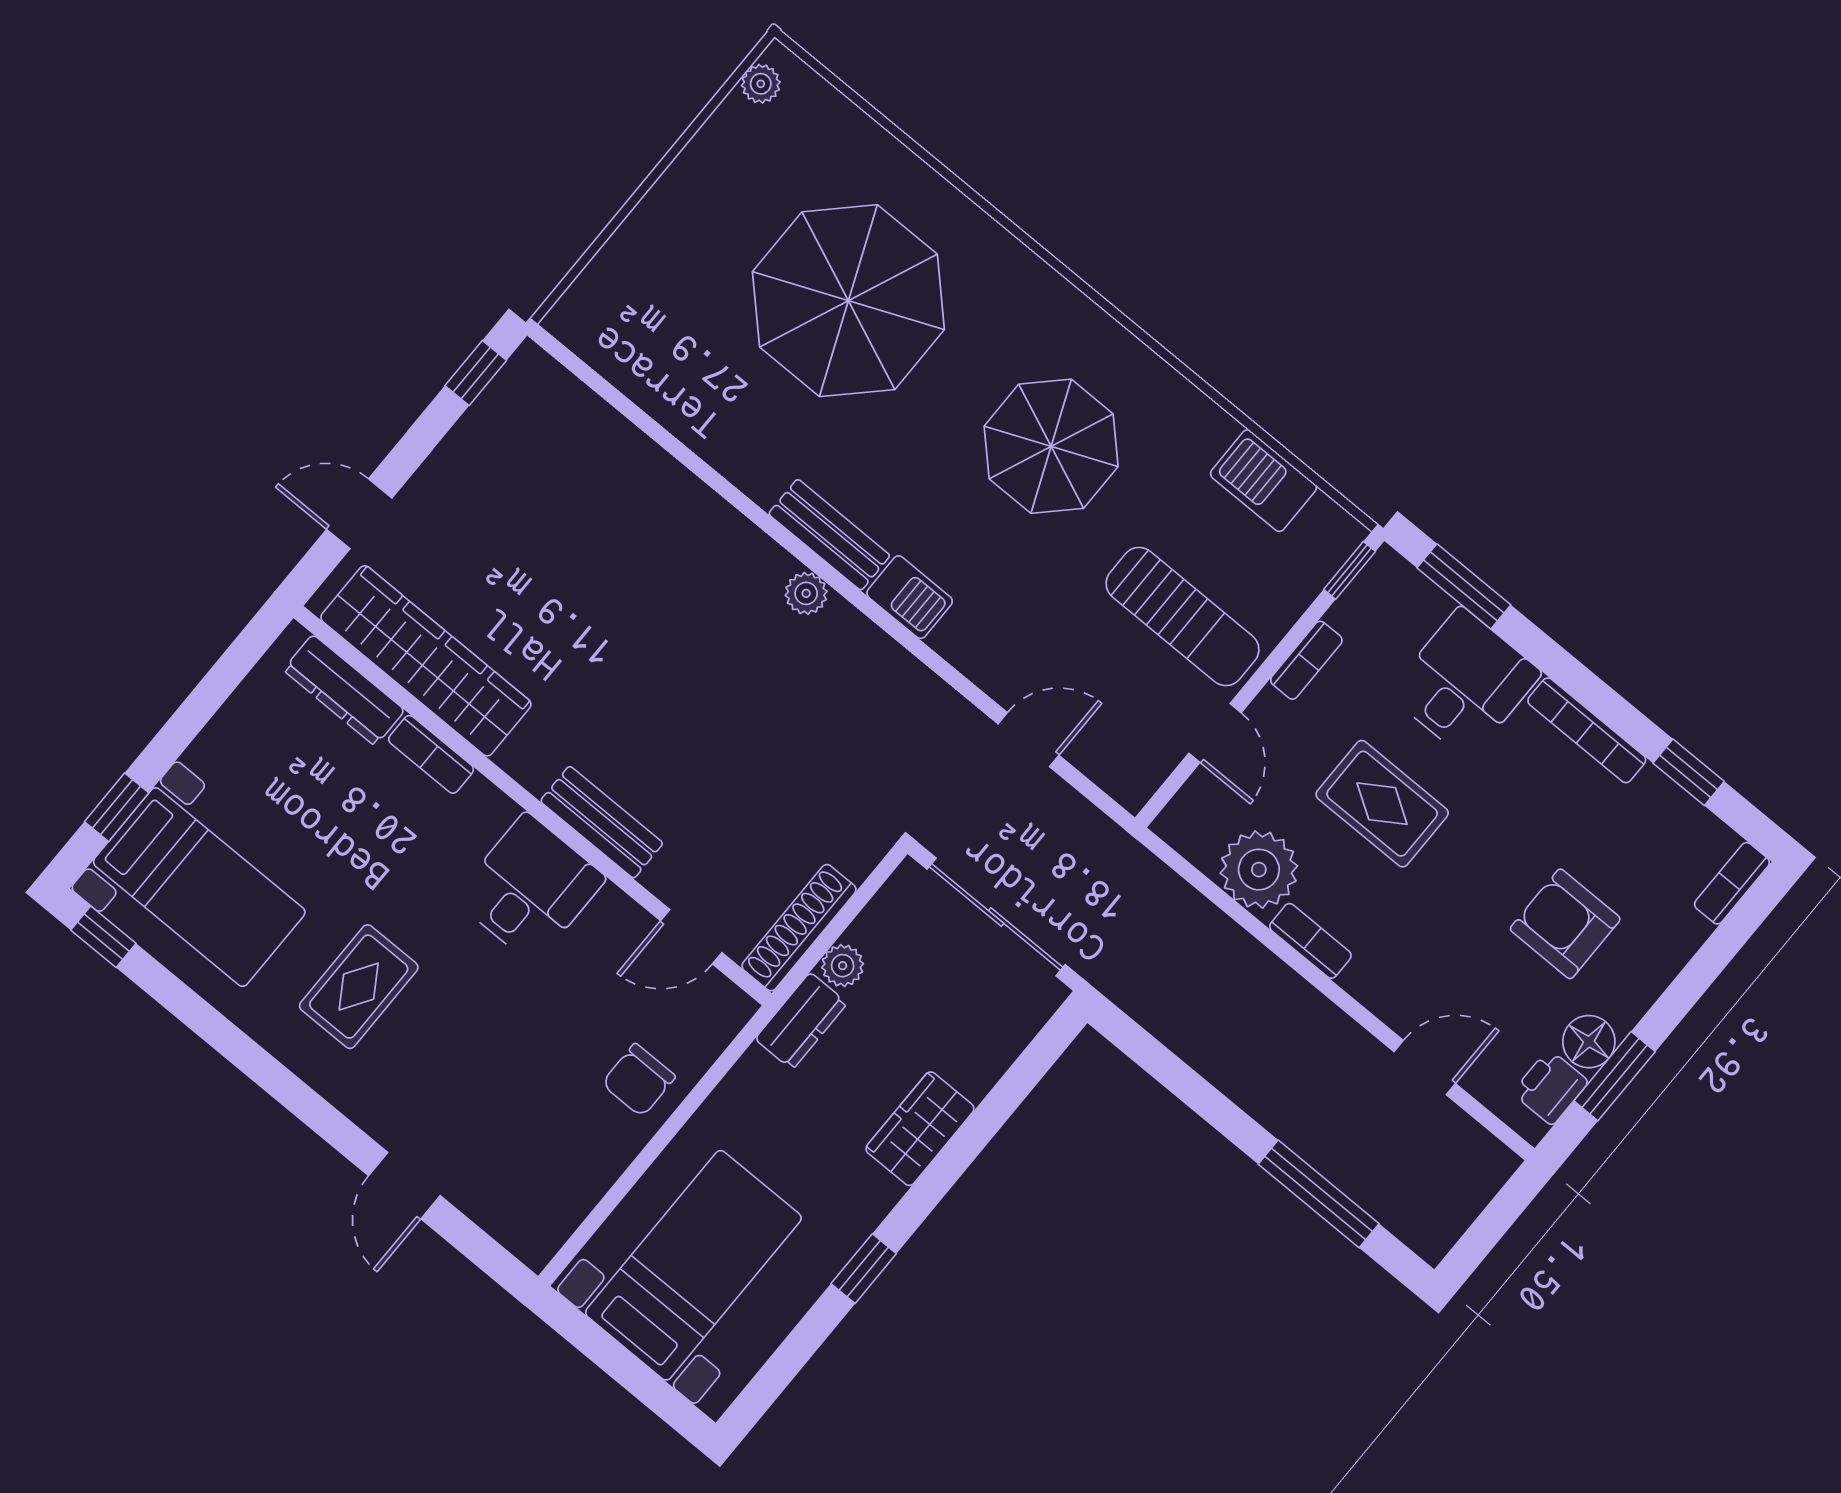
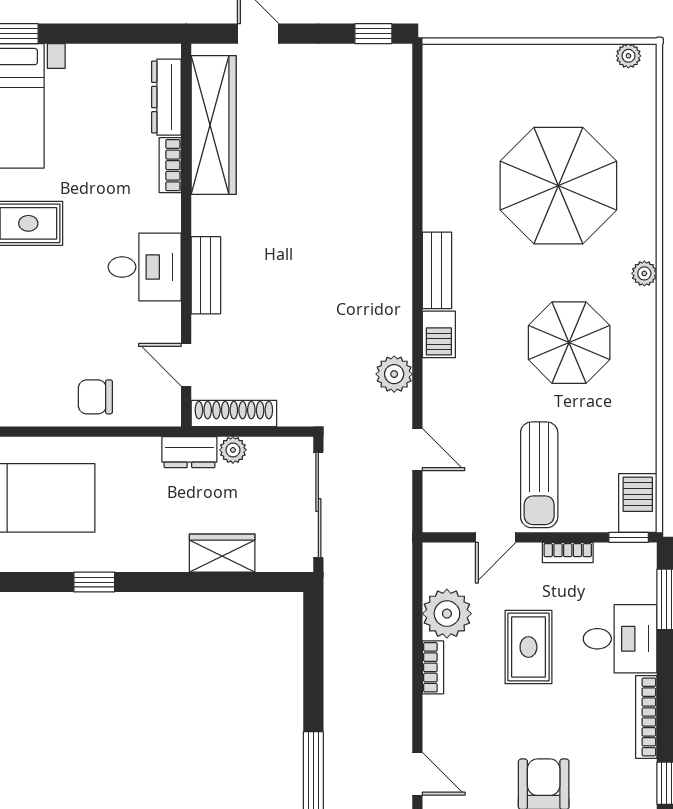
plant: (1043, 284) -> (644, 273), added
barbecue: (1263, 481) -> (638, 503), moved
plant: (806, 593) -> (394, 374), moved, width x1.38, depth x1.38
wardrobe: (920, 1129) -> (222, 553), moved

